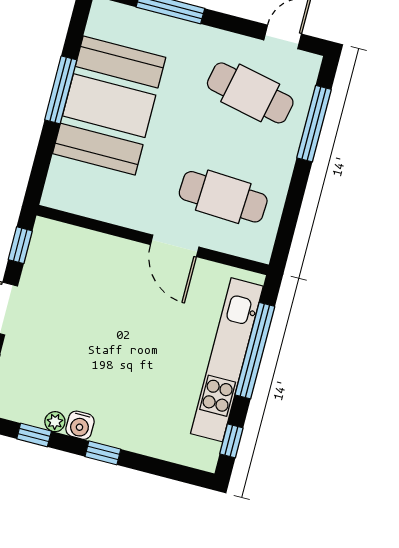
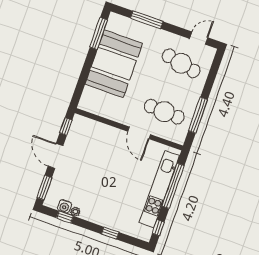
window: (61, 90) -> (99, 34), moved
window: (314, 124) -> (198, 115), moved
water cooler: (80, 425) -> (65, 206), moved
window: (103, 453) -> (110, 233), moved

